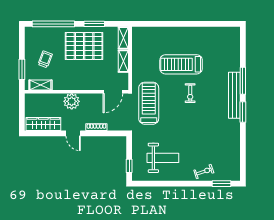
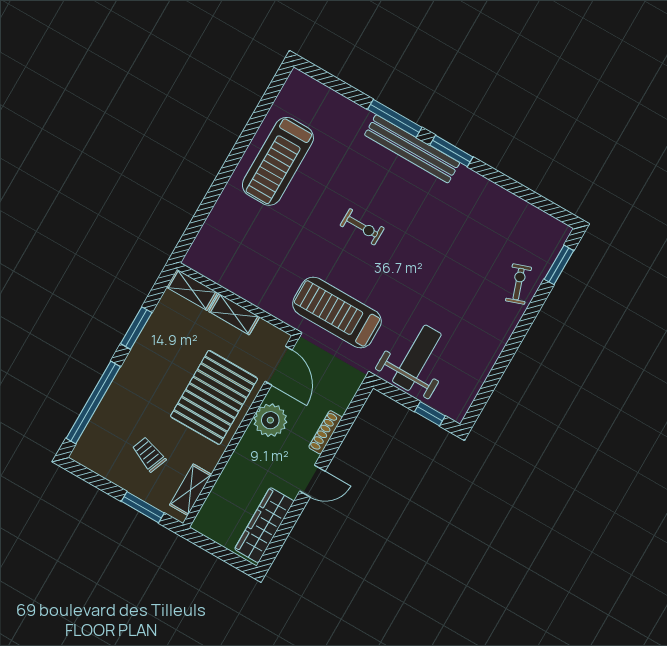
pallet: (84, 46) -> (214, 397), moved
treadmill: (181, 64) -> (278, 161), moved
plant: (72, 101) -> (270, 420), moved
weight bench: (163, 158) -> (417, 358), moved

